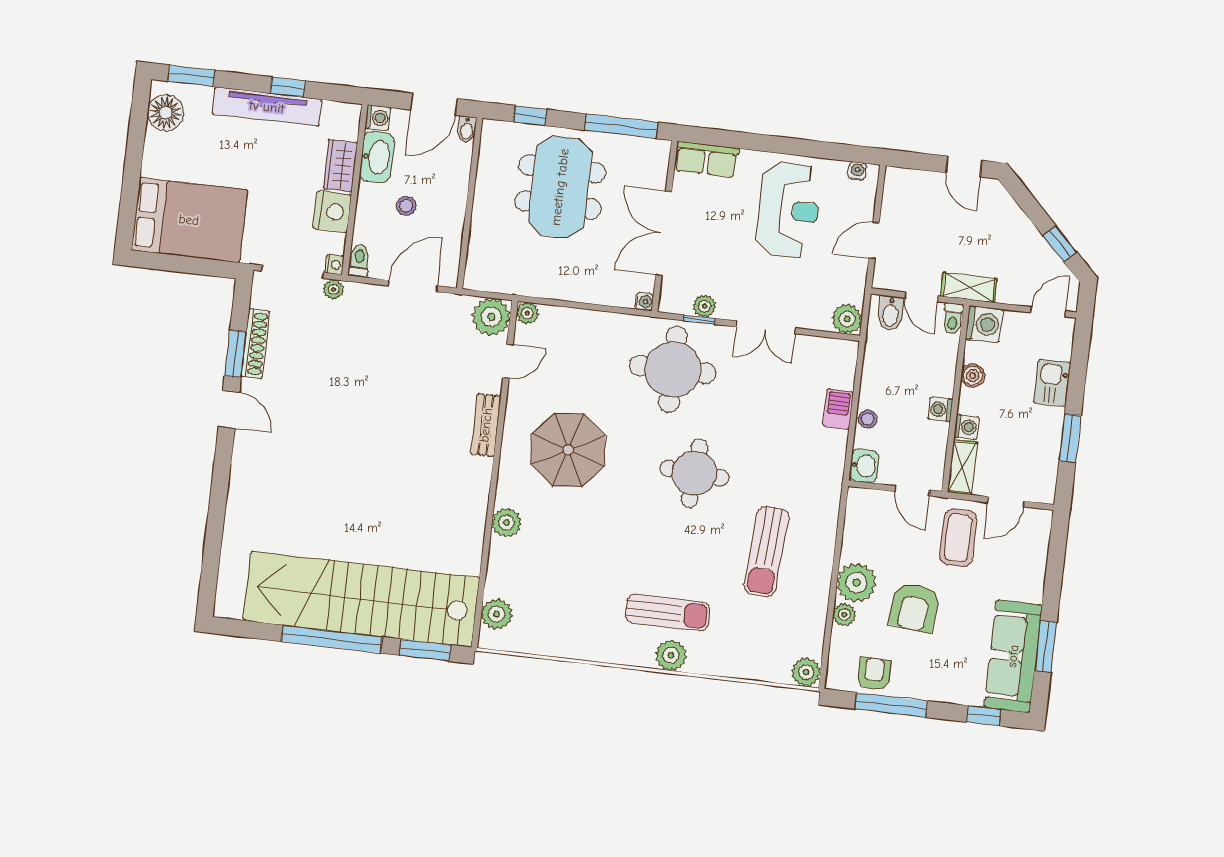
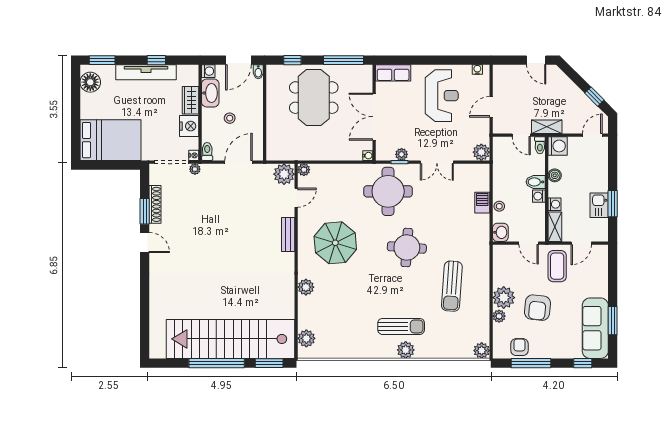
bidet: (891, 313) -> (536, 182), moved, turned 90
kitchen sink: (1052, 383) -> (599, 205), moved

